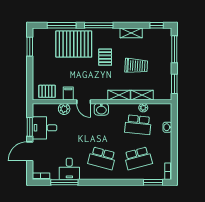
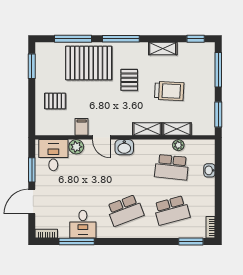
pallet: (47, 91) -> (55, 101), moved
desk: (44, 128) -> (53, 155), moved, turned 90
school desk: (102, 158) -> (125, 210), turned -36

